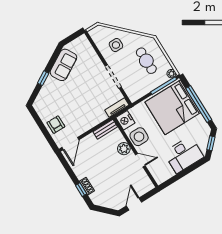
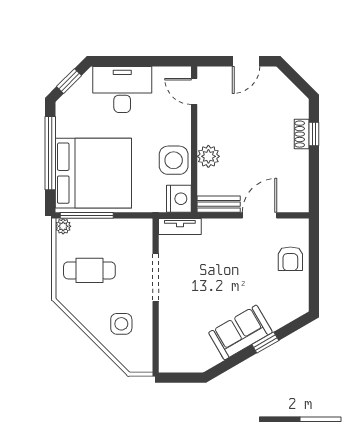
cafe table: (146, 61) -> (89, 270), turned 90
sofa: (63, 65) -> (240, 332), moved
door: (70, 144) -> (260, 215), moved
door: (140, 160) -> (194, 91), moved

